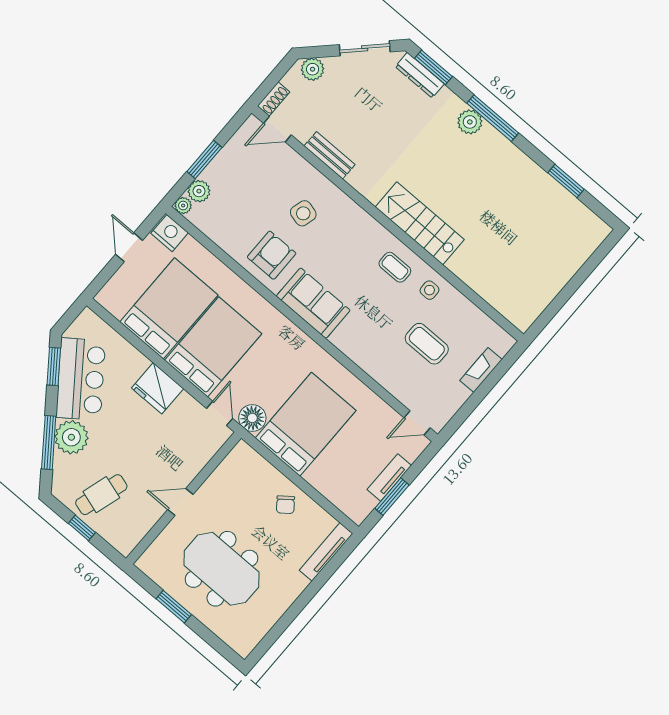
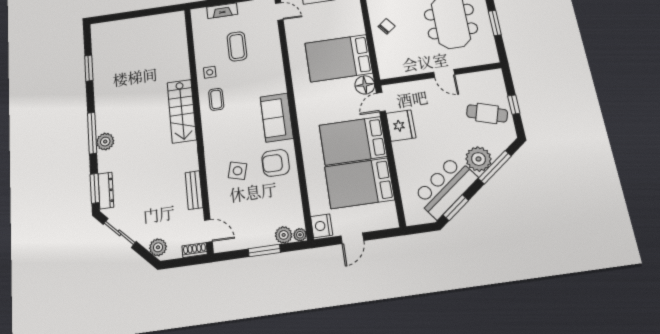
fridge: (158, 388) -> (401, 125), moved

